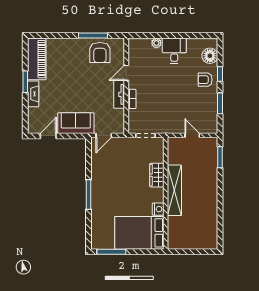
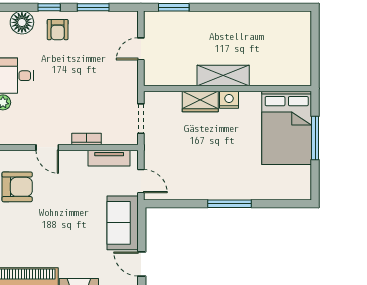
tv unit: (119, 94) -> (109, 158), moved
shelving: (174, 190) -> (223, 76), width x0.68
nightstand: (158, 209) -> (229, 100), moved
window: (111, 252) -> (315, 138), moved

